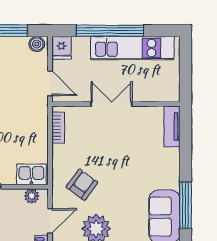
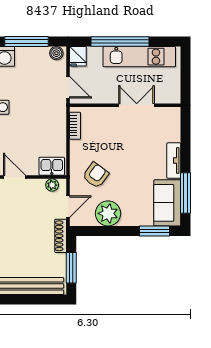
double door: (112, 104) -> (137, 105), moved
tv unit: (172, 126) -> (174, 161), moved

